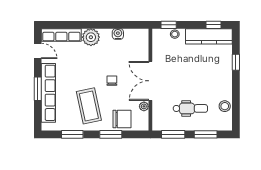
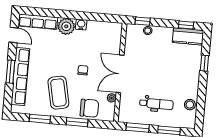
water cooler: (118, 34) -> (81, 25), moved
kitchen counter: (209, 36) -> (188, 36), width x0.67

